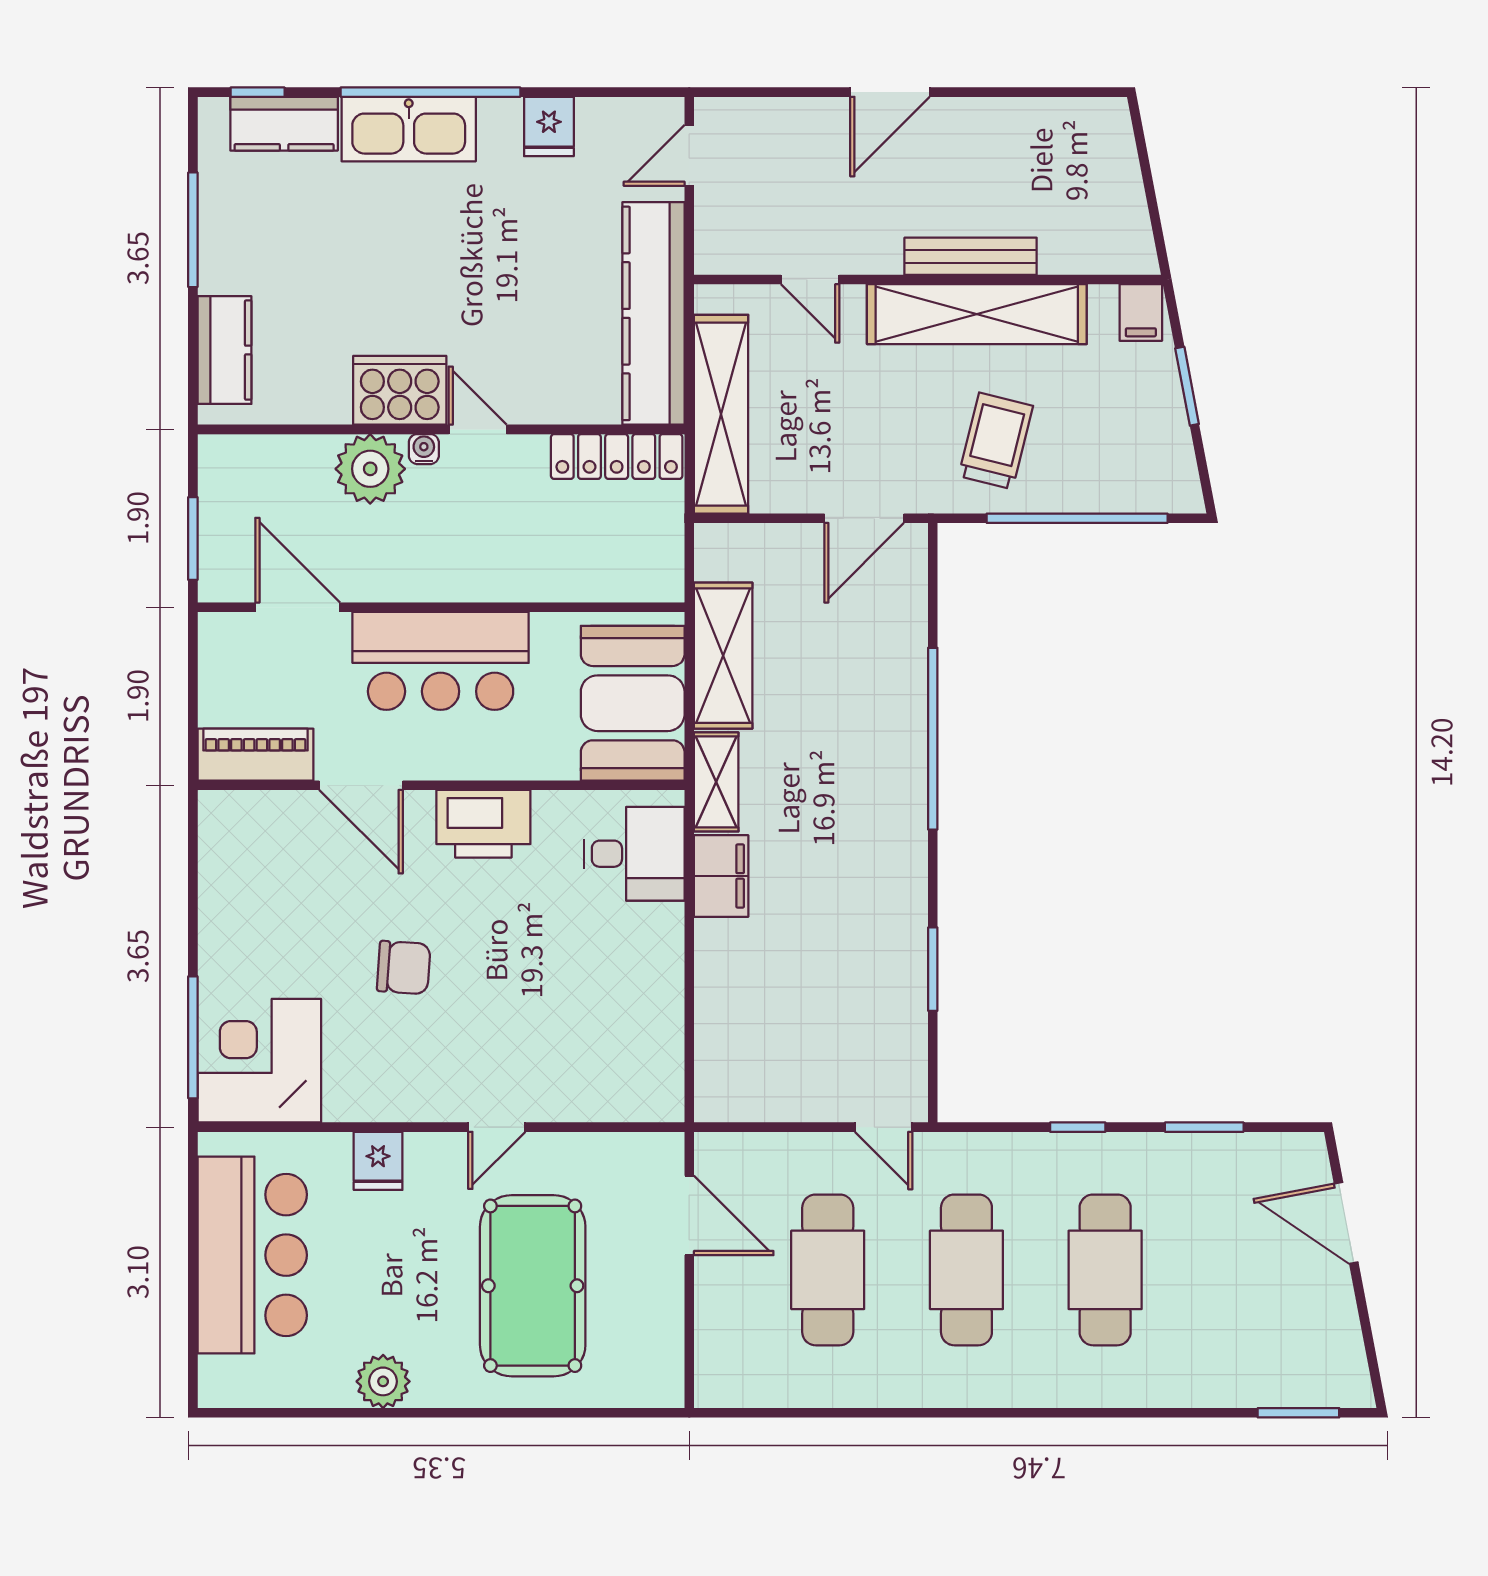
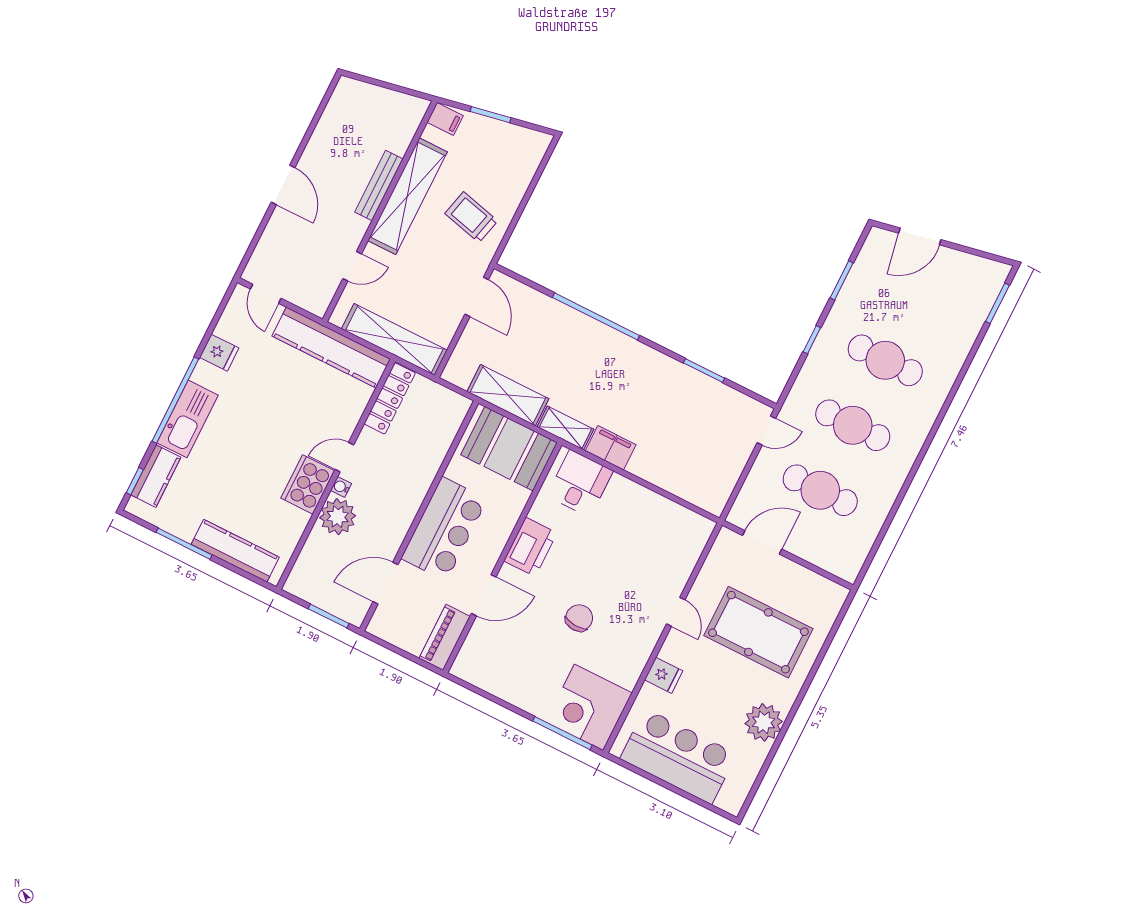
kitchen counter: (224, 350) -> (235, 551), width x1.50
window: (1077, 518) -> (527, 197), removed
plant: (383, 1381) -> (764, 722), width x1.36, depth x1.36

